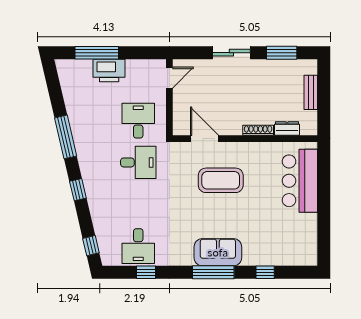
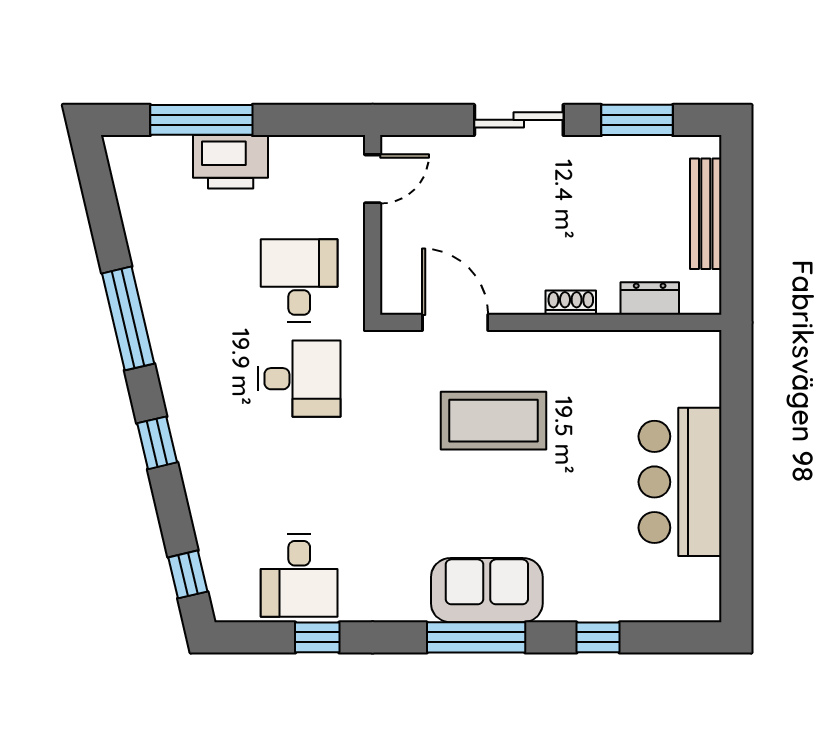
bench: (311, 92) -> (706, 214), width x1.36
shoe rack: (258, 130) -> (571, 303), width x0.70
bar counter: (300, 181) -> (680, 482), moved

